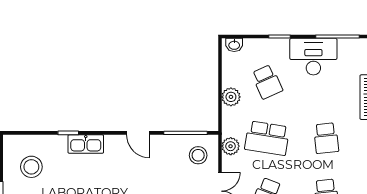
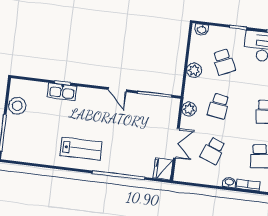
school desk: (267, 138) -> (219, 106), width x0.54
kitchen sink: (86, 144) -> (62, 92), moved
stool: (198, 155) -> (163, 113), removed
stool: (31, 167) -> (17, 106), moved

